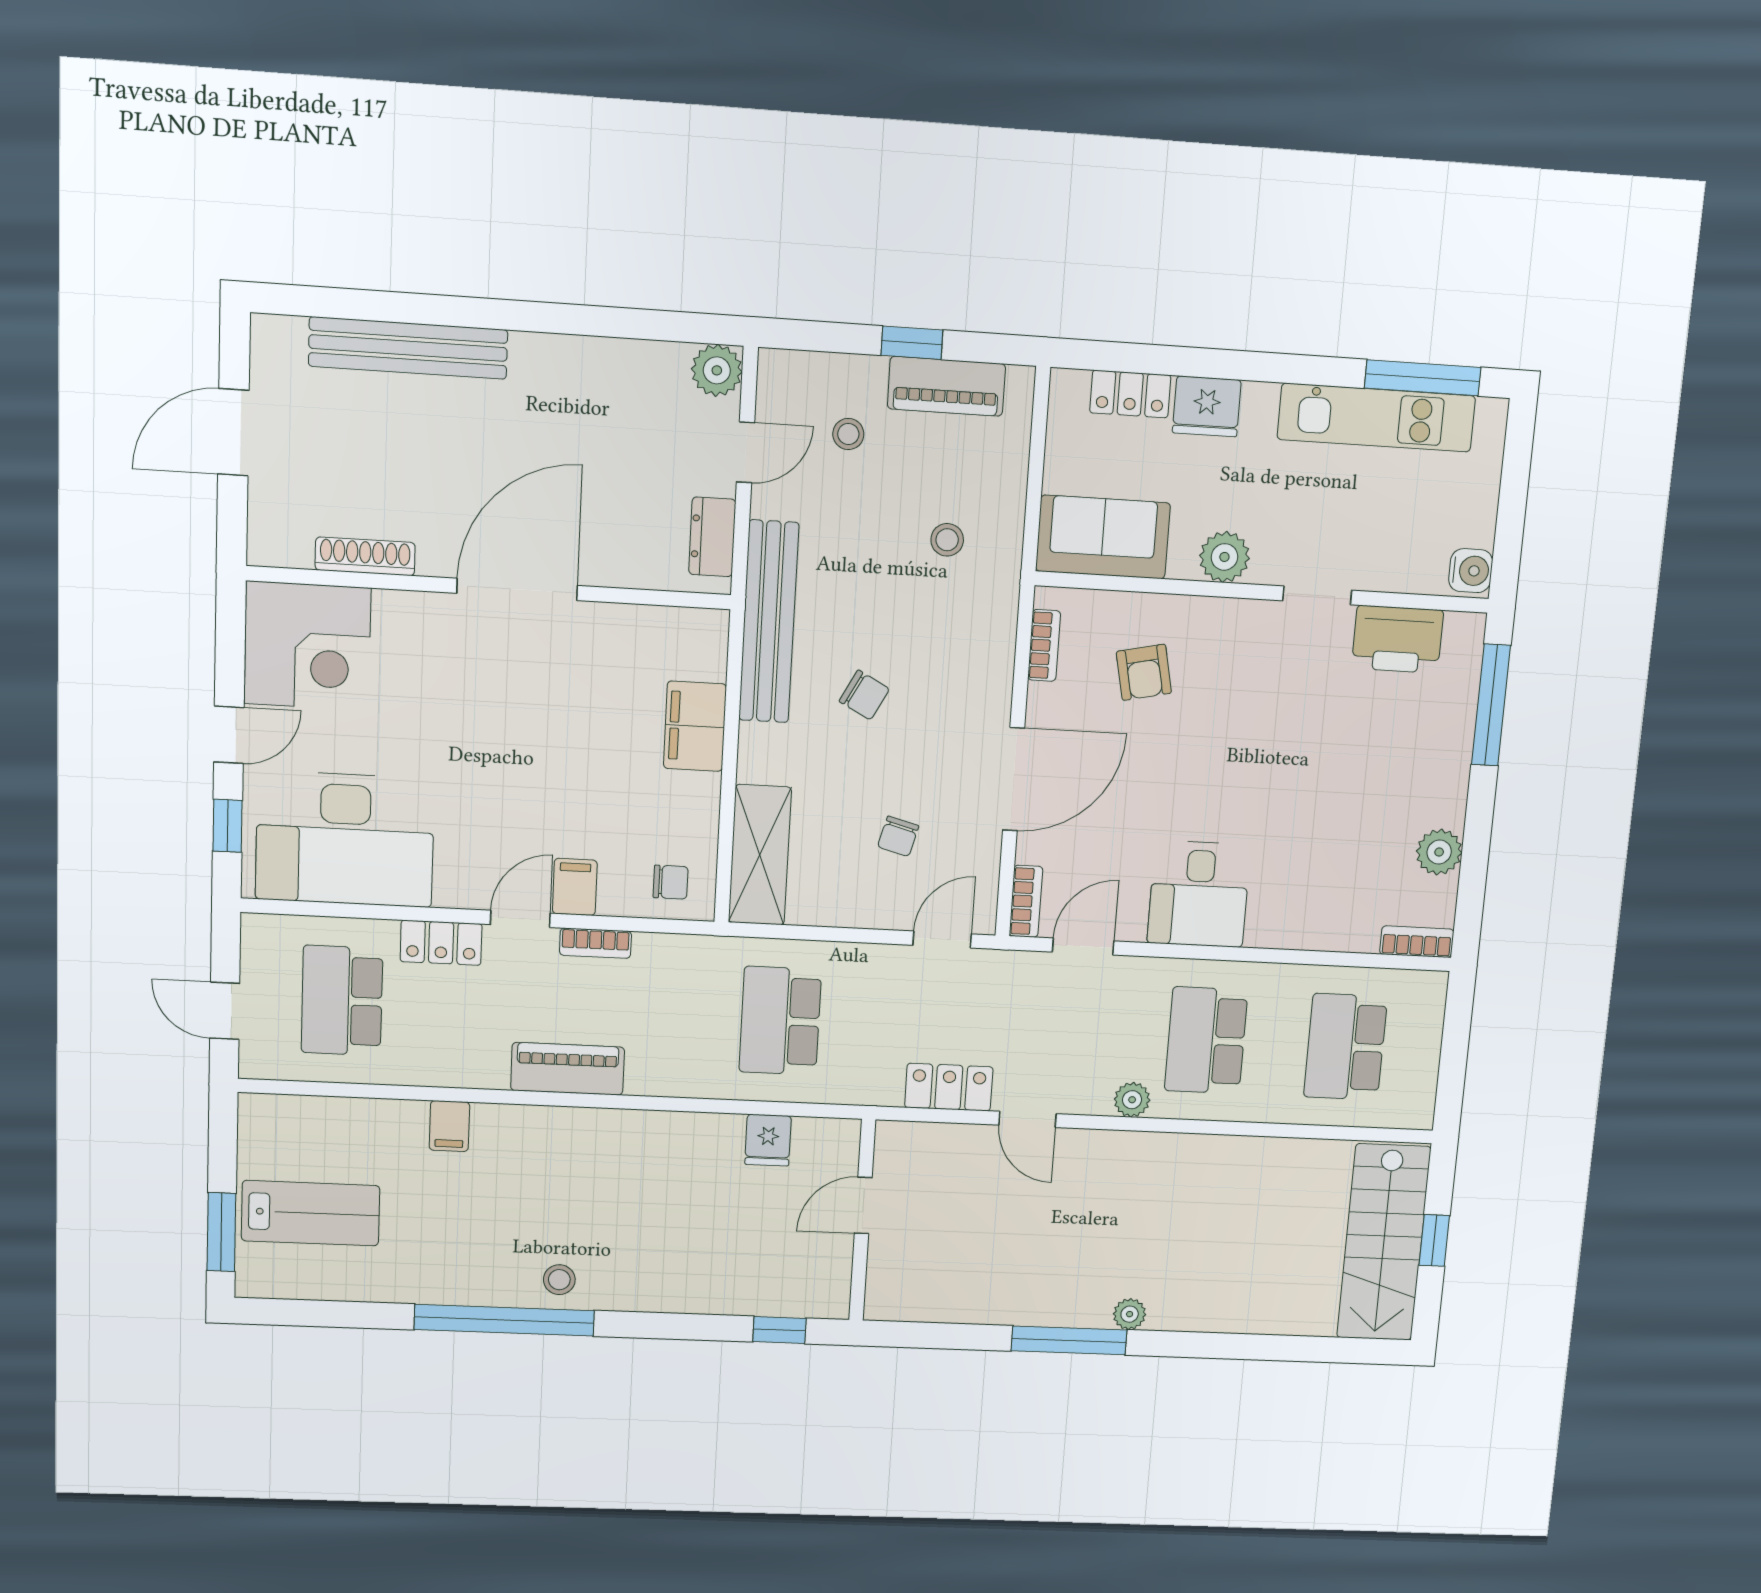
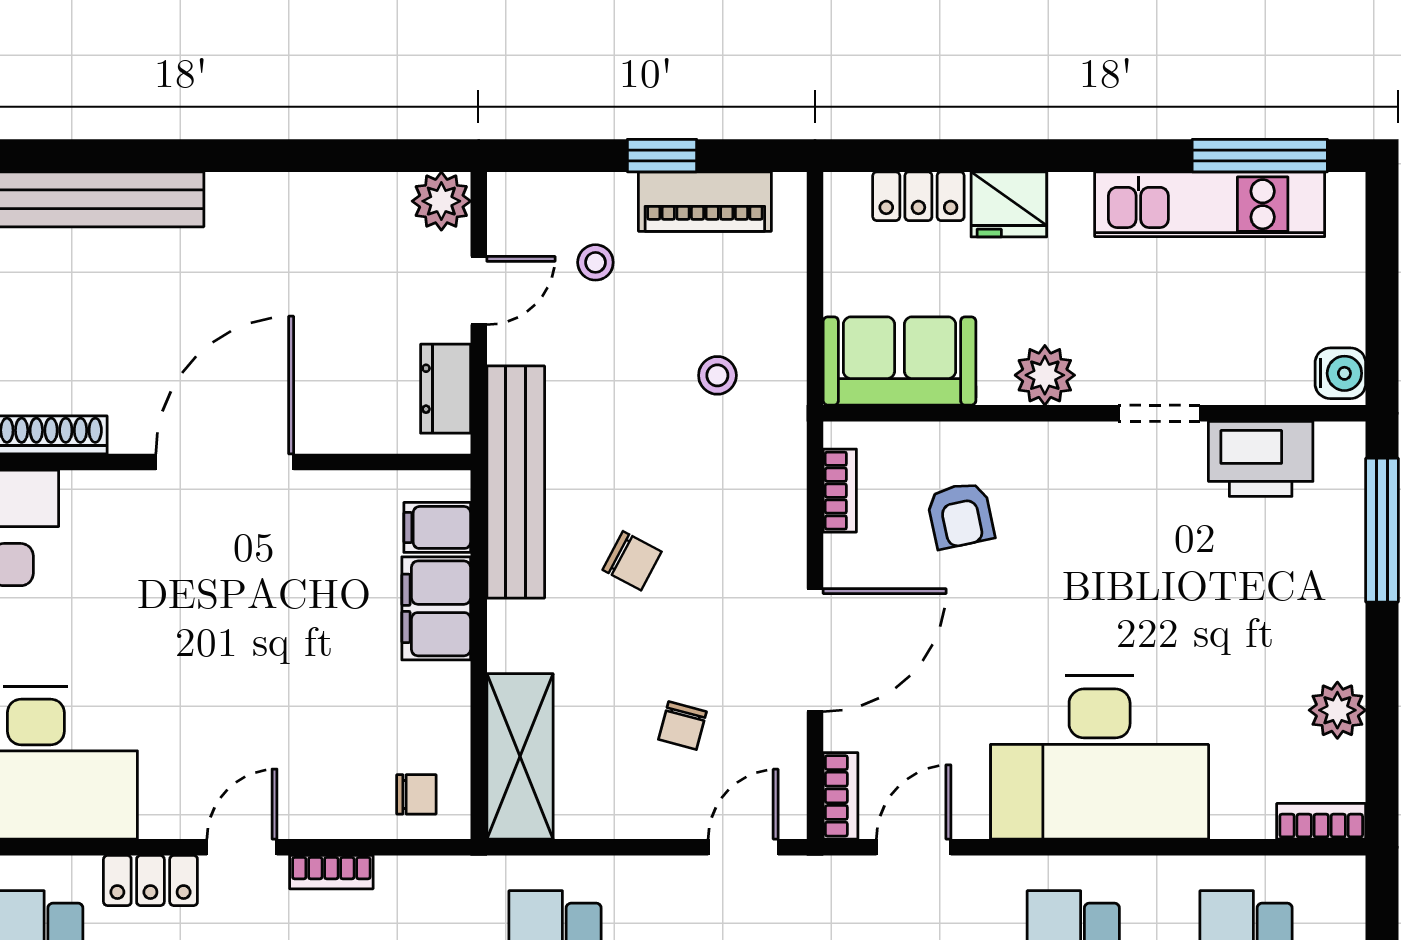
filing cabinet: (575, 887) -> (437, 527), moved, turned -90
desk: (1199, 894) -> (1100, 758), width x1.87, depth x1.30

